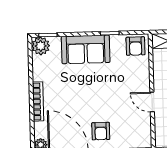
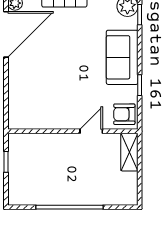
door: (152, 102) -> (91, 131), moved
armchair: (101, 131) -> (29, 72), removed

